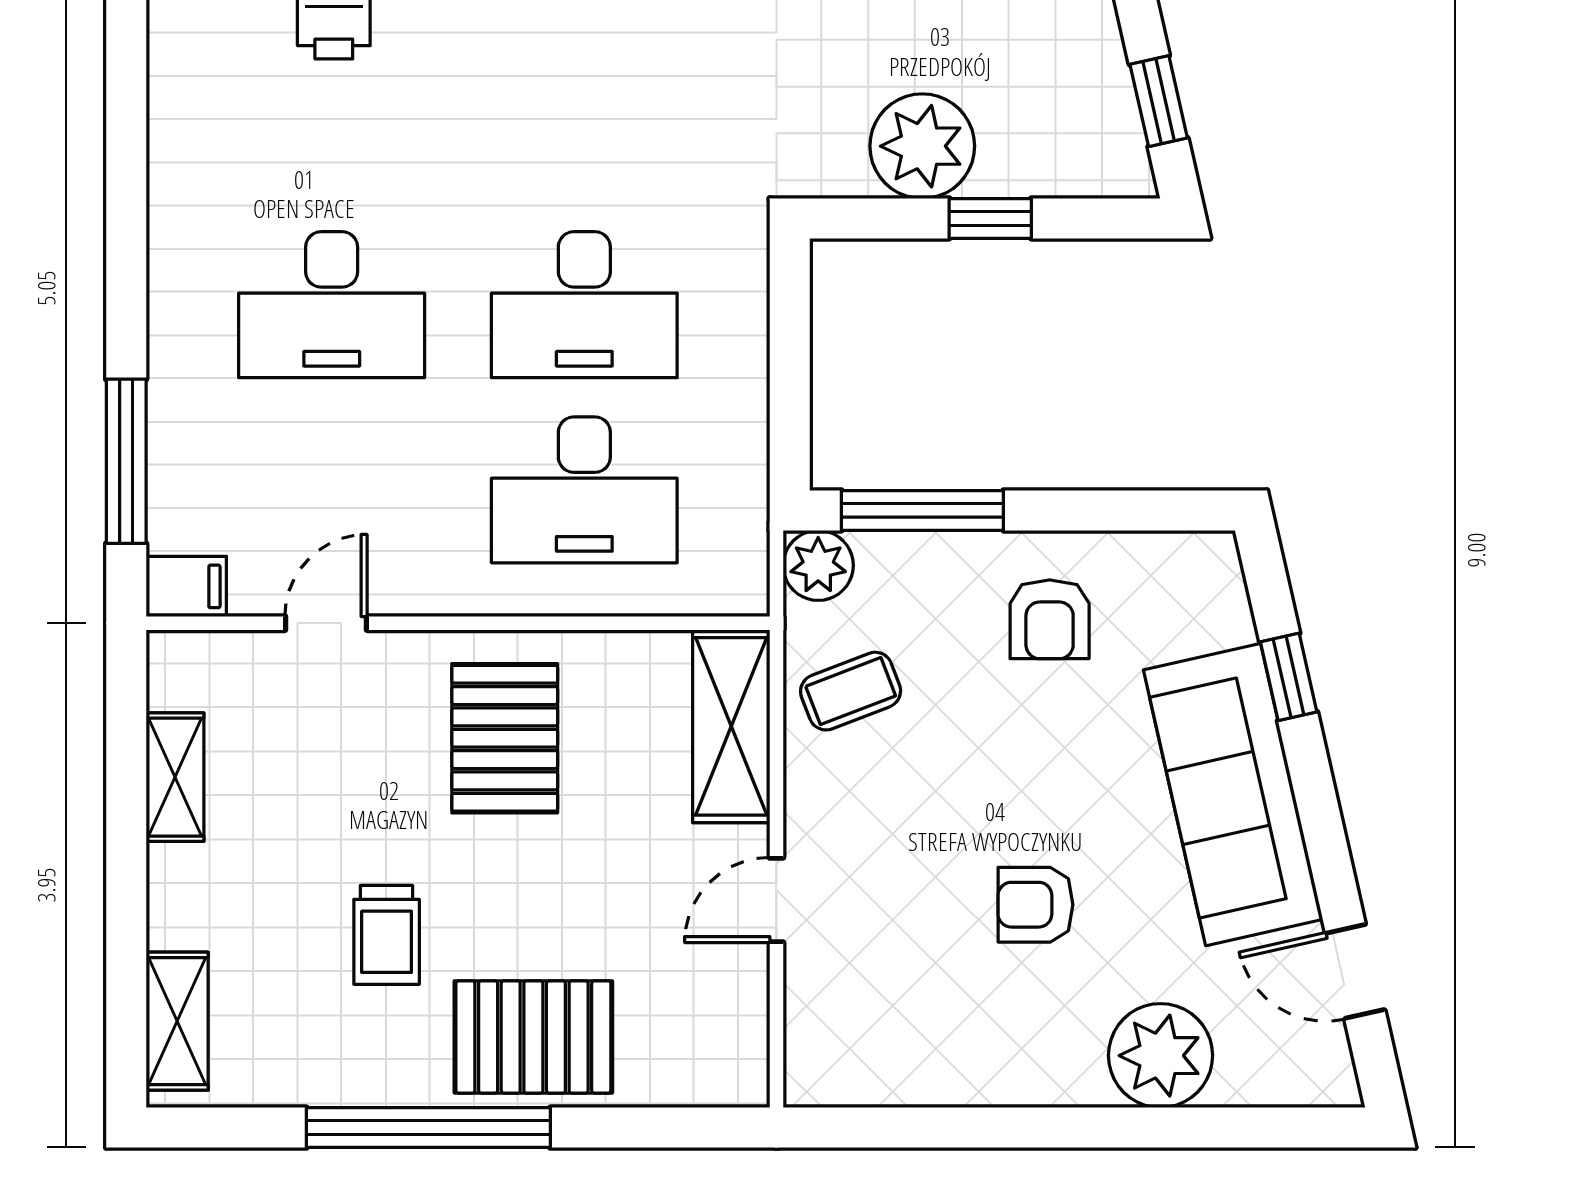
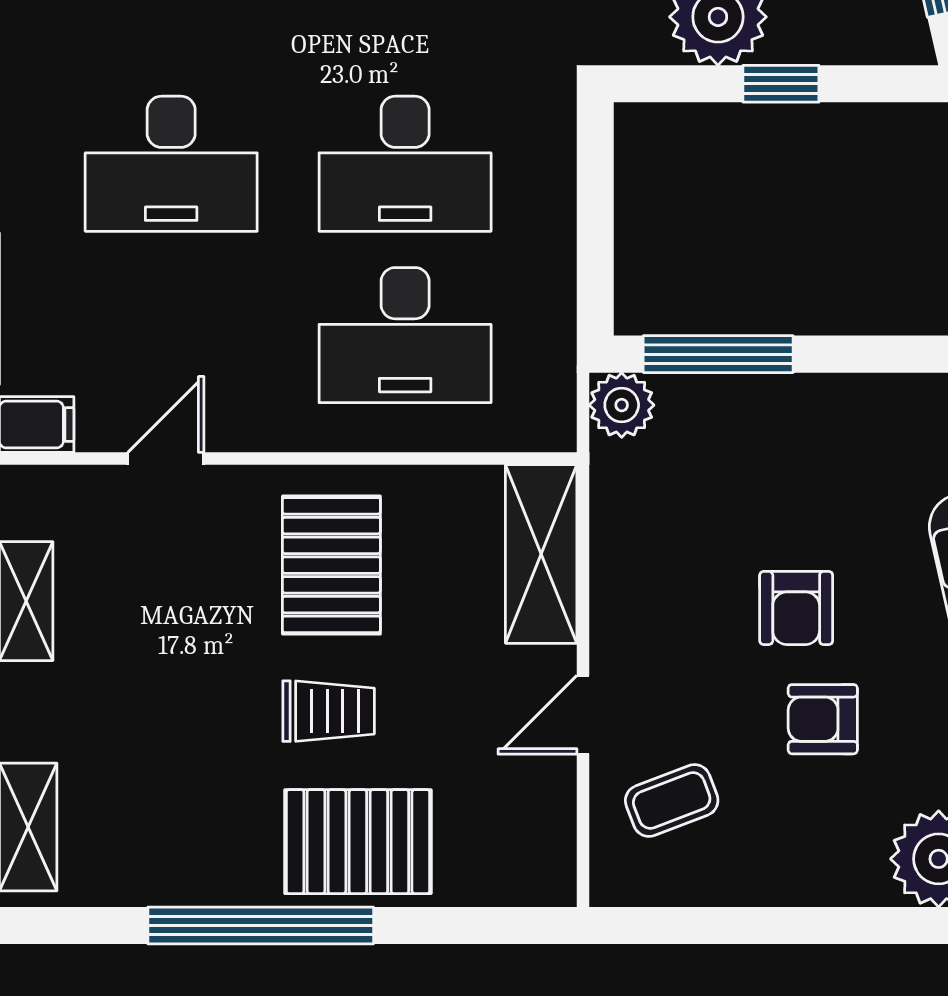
armchair: (1050, 619) -> (796, 608), moved
coffee table: (851, 691) -> (672, 800), moved
trolley: (387, 935) -> (329, 711), moved, turned -90

